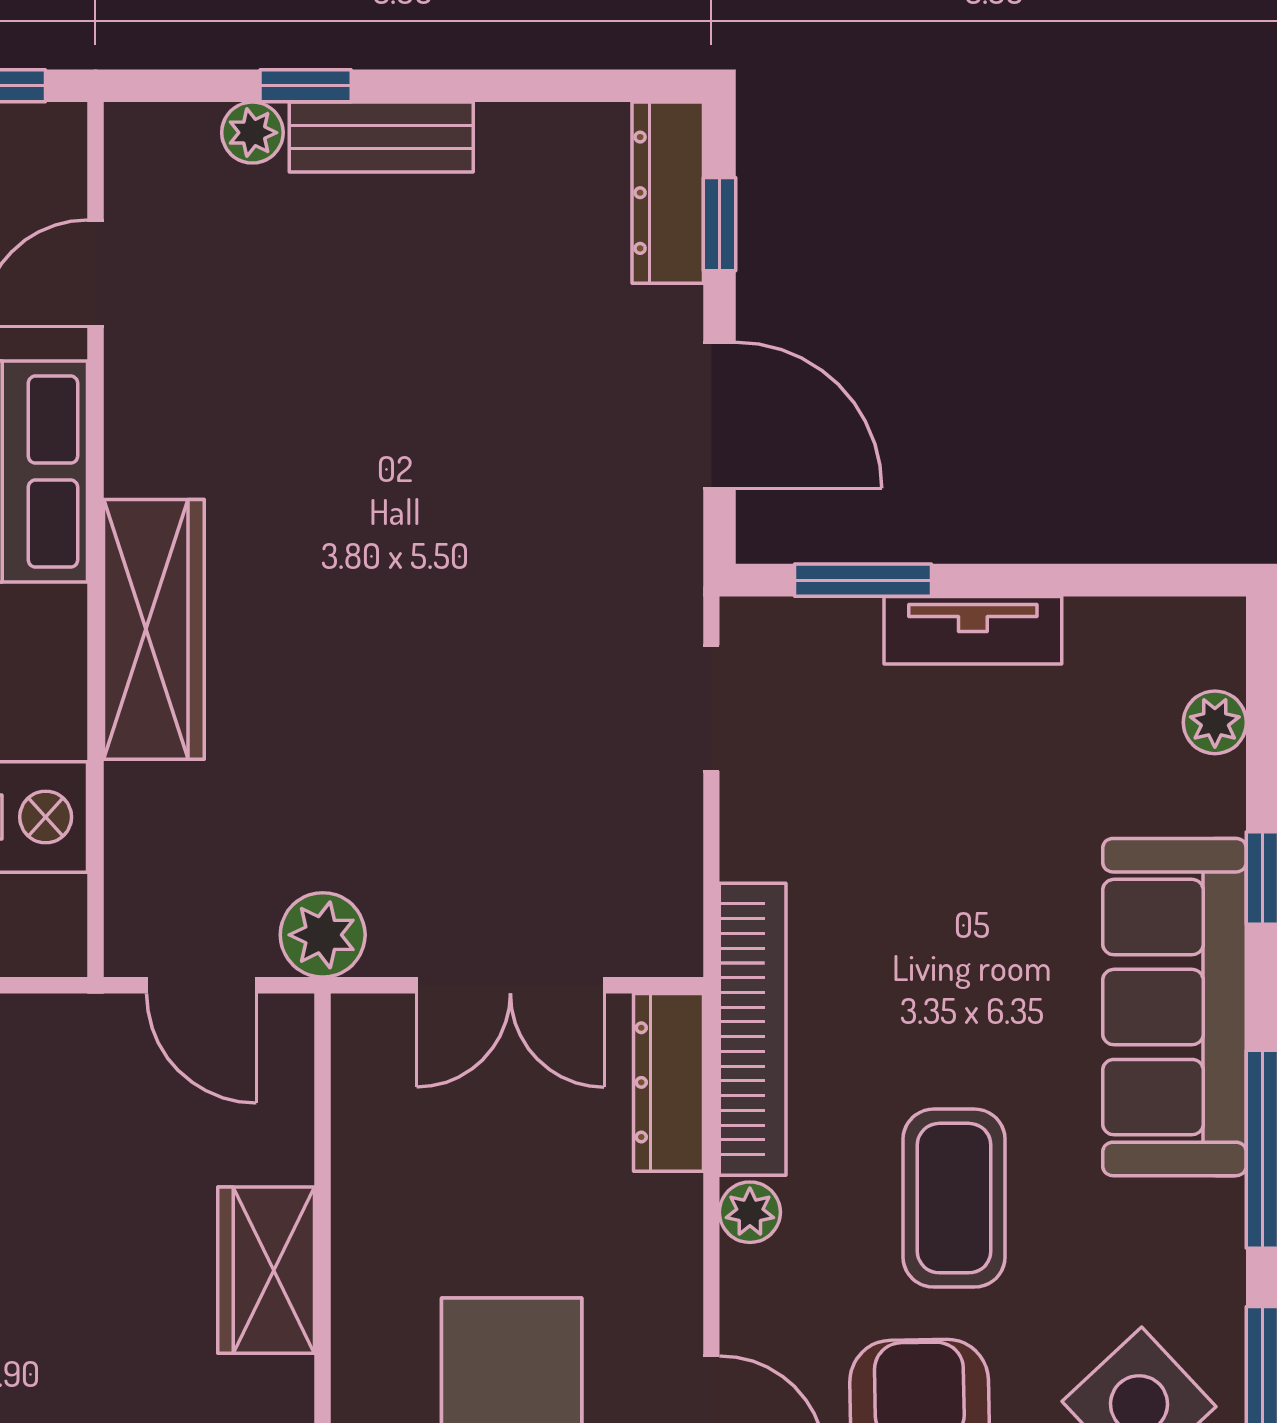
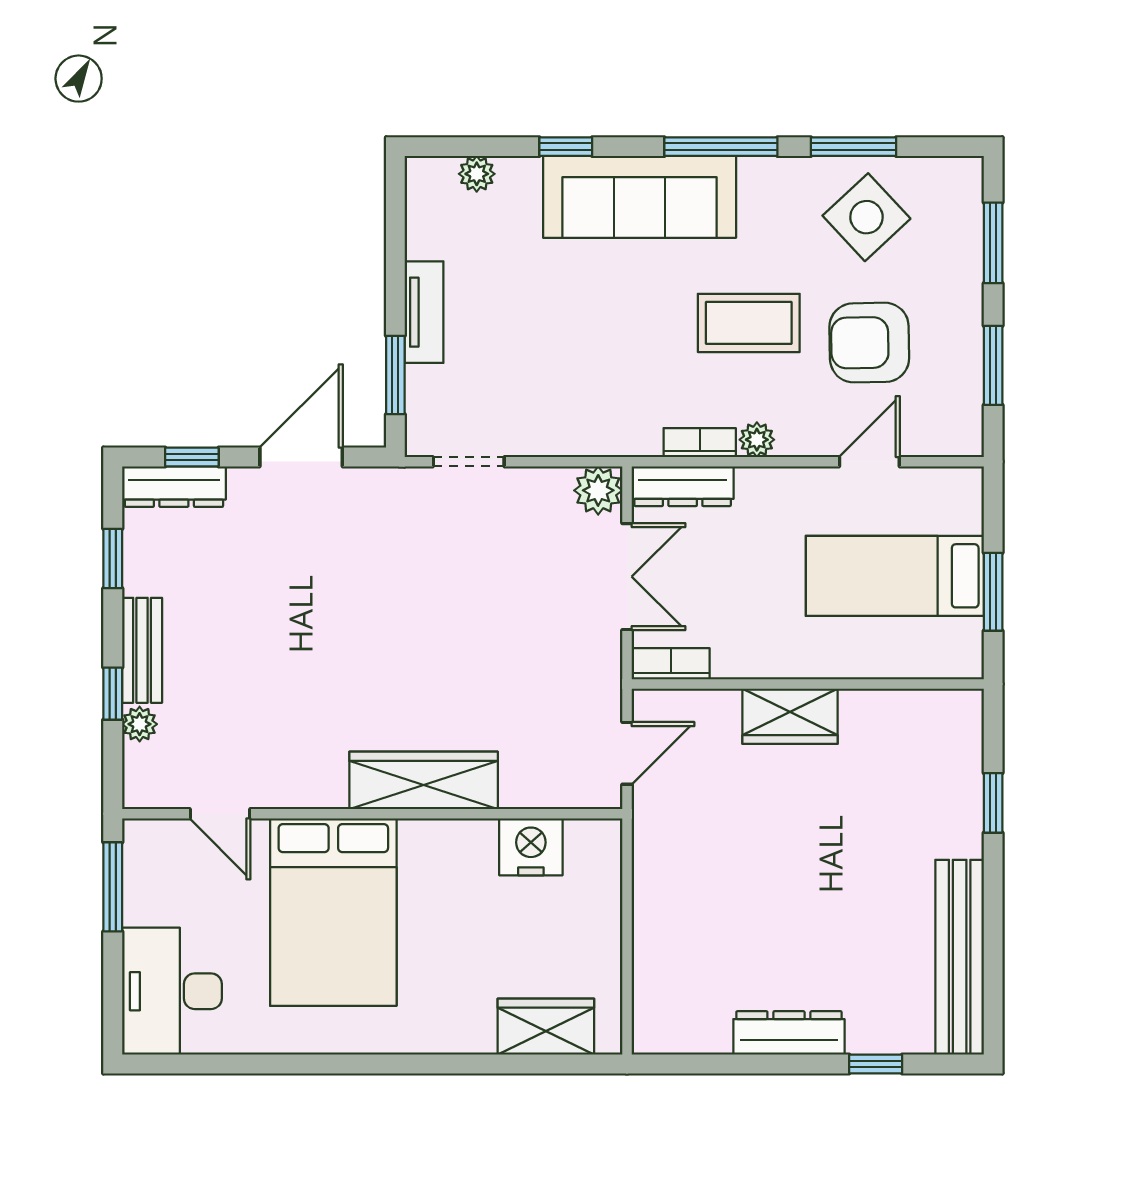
window: (542, 86) -> (113, 558), added
plant: (323, 935) -> (598, 490), moved
bookcase: (753, 1029) -> (700, 443), width x0.43, depth x0.76
bookcase: (358, 1062) -> (671, 664), added

